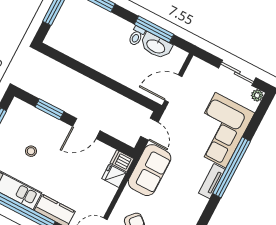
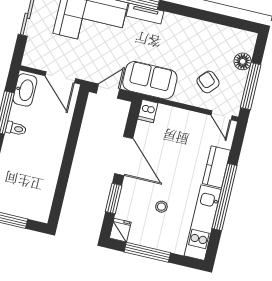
washbasin: (156, 46) -> (25, 90), moved
door: (86, 128) -> (124, 156), width x1.36
fridge: (114, 176) -> (120, 230), moved, turned 180

